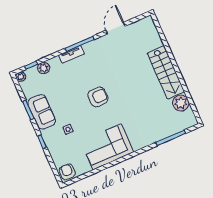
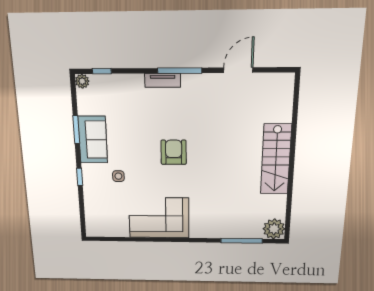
plant: (44, 68) -> (117, 83), removed
armchair: (98, 97) -> (174, 152), turned -90
plant: (181, 103) -> (274, 229), moved
armchair: (67, 172) -> (97, 226), removed

